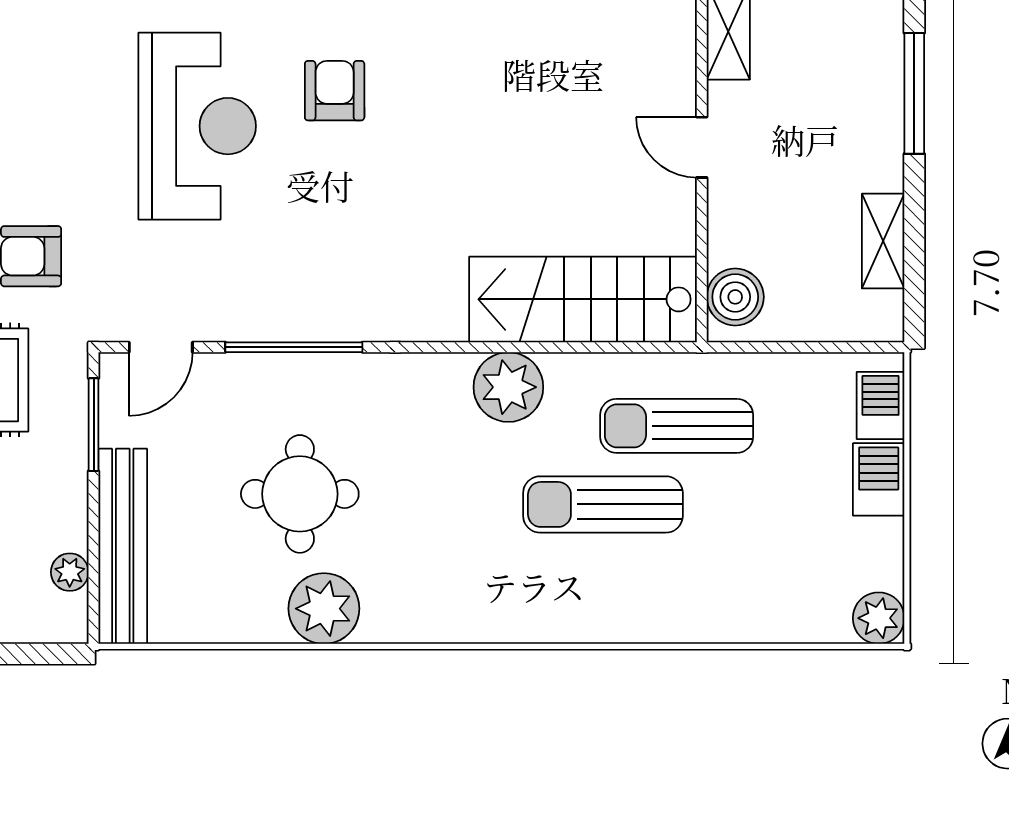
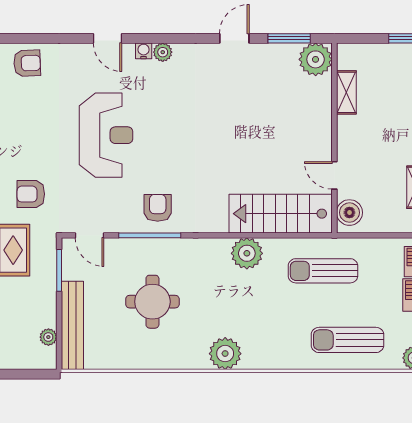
armchair: (335, 91) -> (158, 208), moved
door: (702, 147) -> (334, 175), moved
door: (161, 347) -> (90, 235), hinge flipped
sun lounger: (603, 504) -> (347, 340), moved
plant: (324, 609) -> (225, 354), moved

